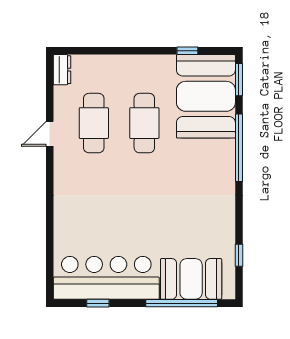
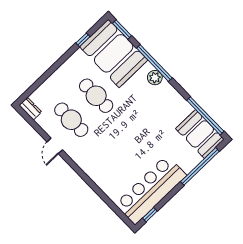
plant: (225, 164) -> (155, 78), added
window: (239, 255) -> (205, 116), width x3.17
booth: (191, 279) -> (200, 134), moved, turned 90
window: (98, 303) -> (150, 215), moved

